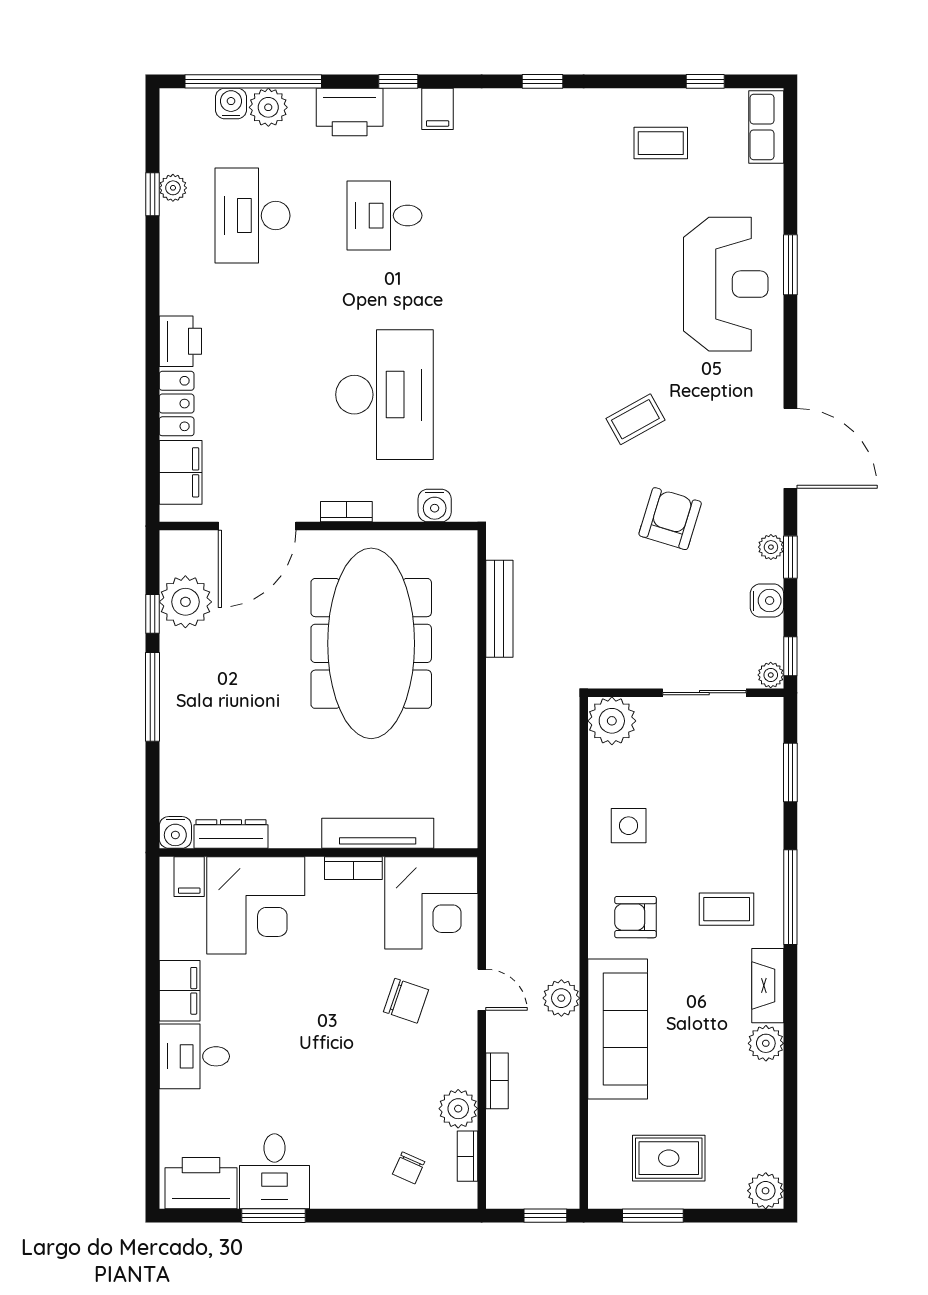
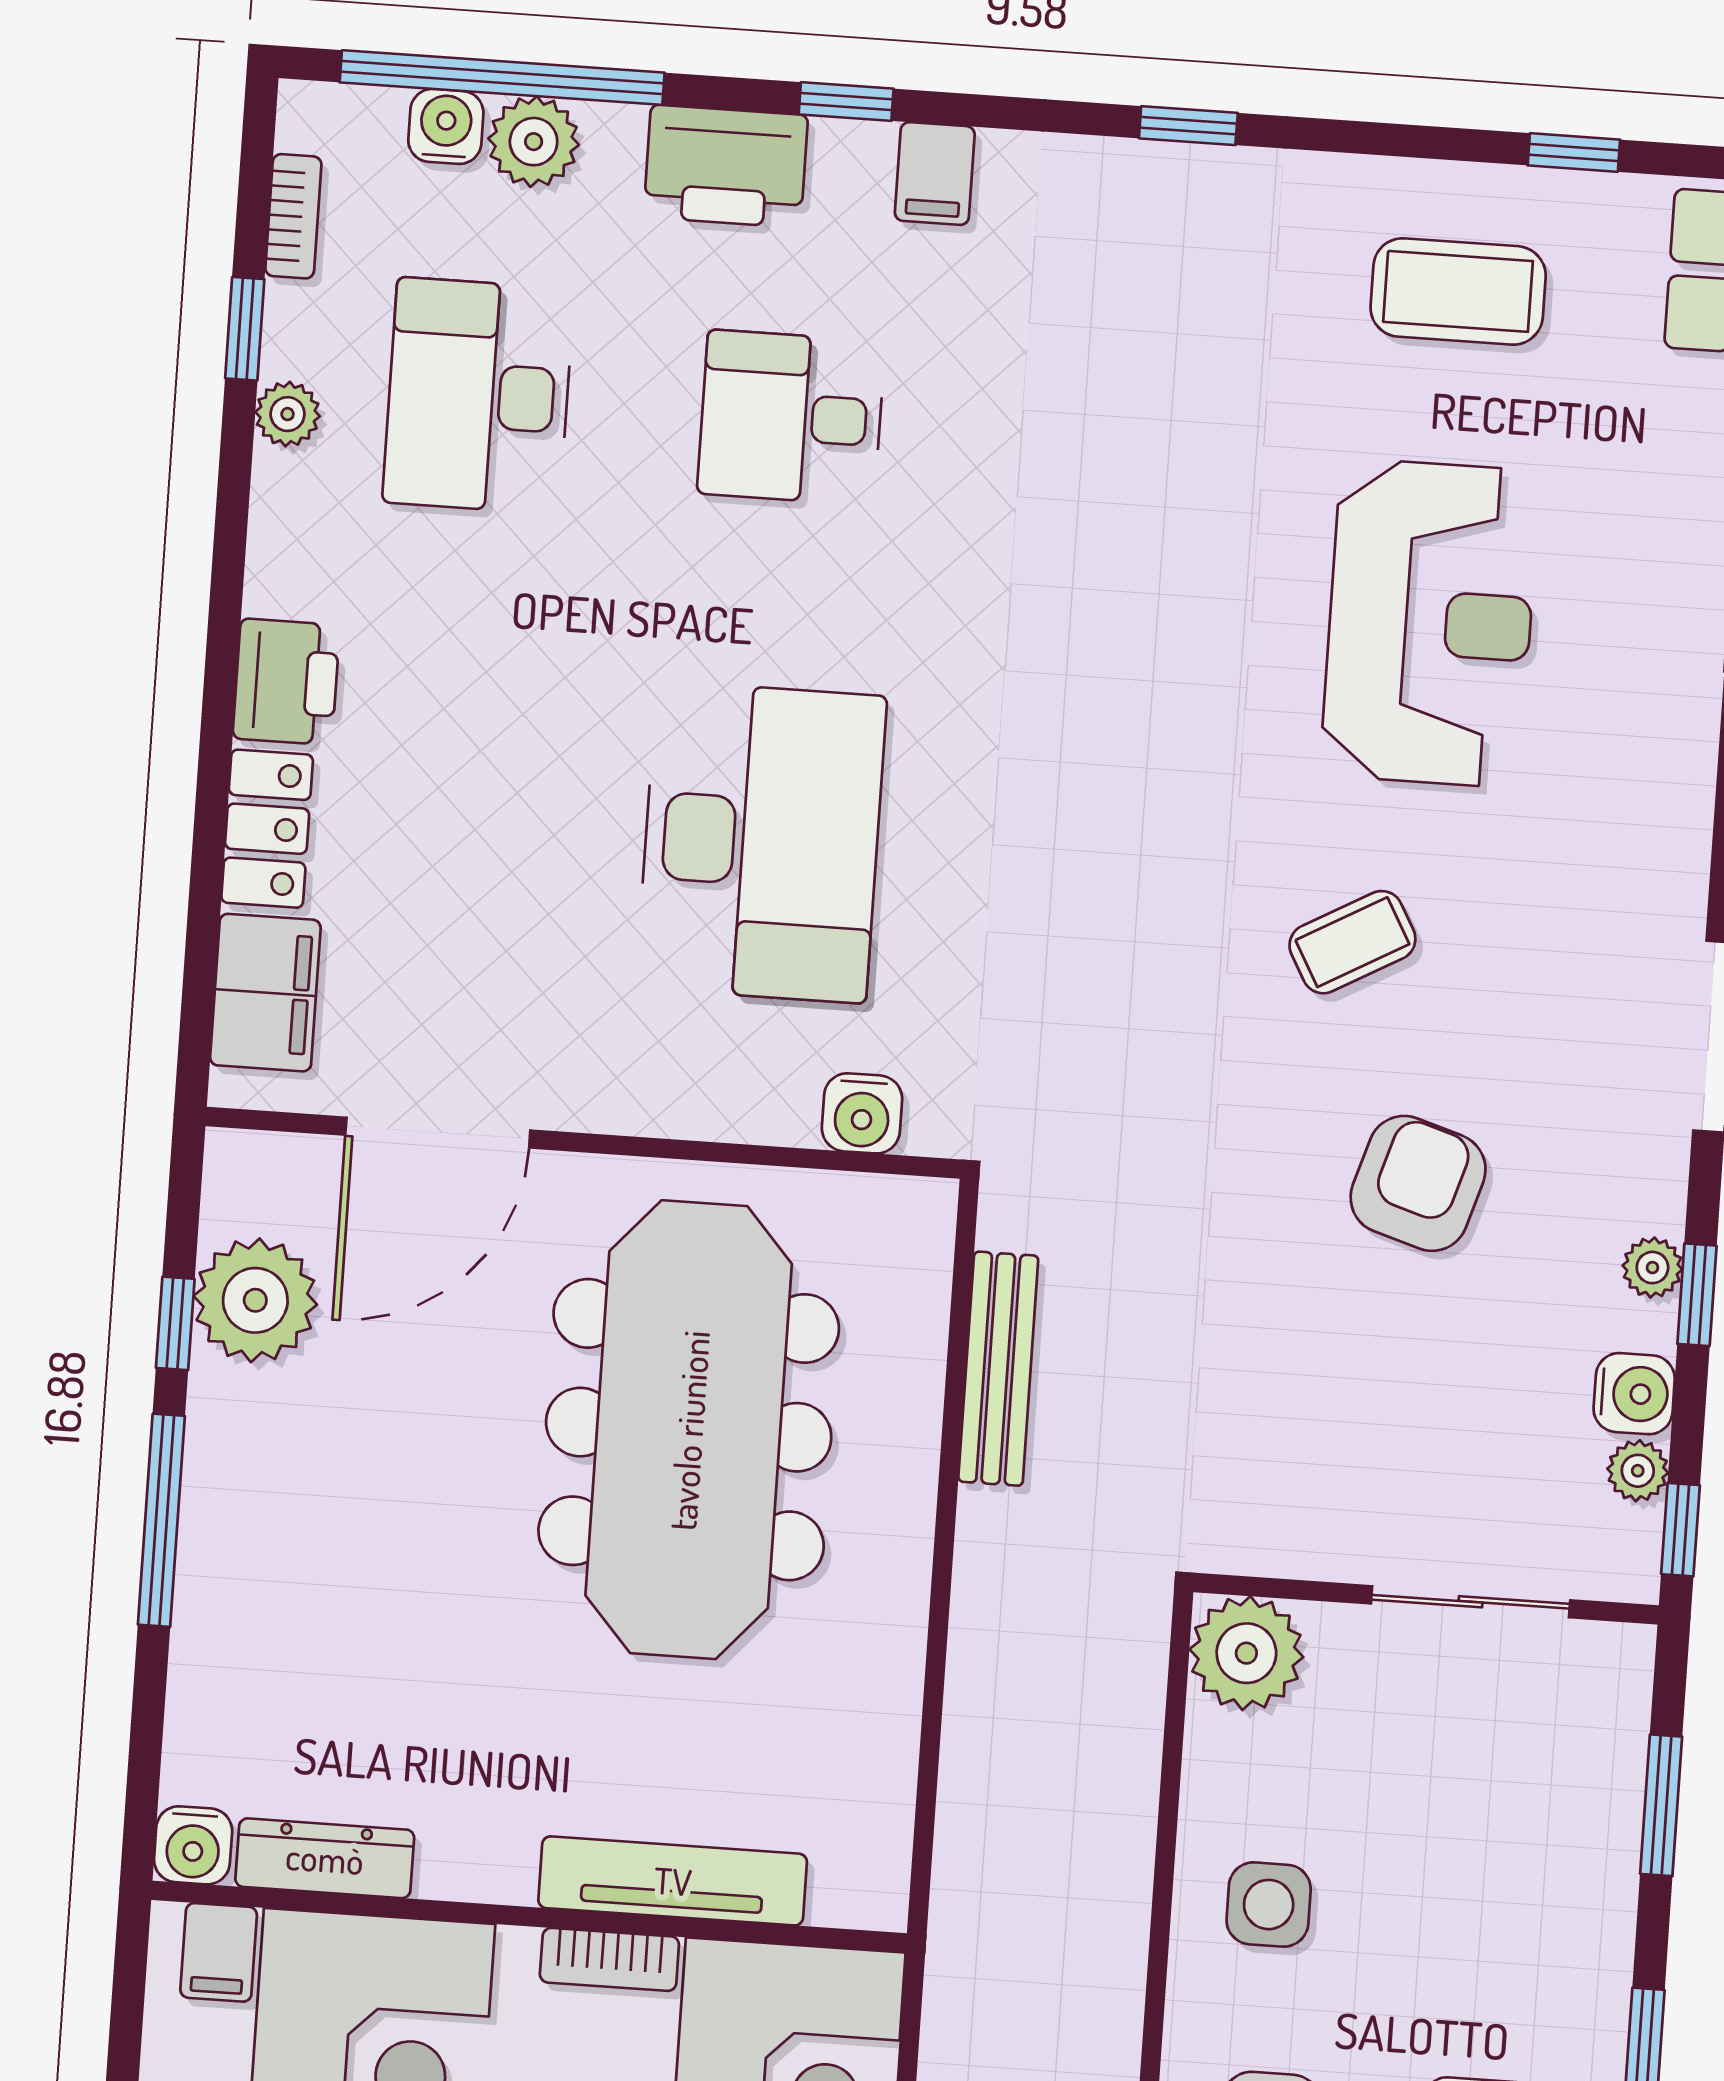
coffee table: (661, 143) -> (1458, 291), width x1.36, depth x1.30
plant: (173, 188) -> (288, 414), moved
reception desk: (726, 284) -> (1430, 623), moved
bookcase: (346, 512) -> (293, 216), moved, turned 90
plant: (771, 675) -> (1638, 1471), moved

